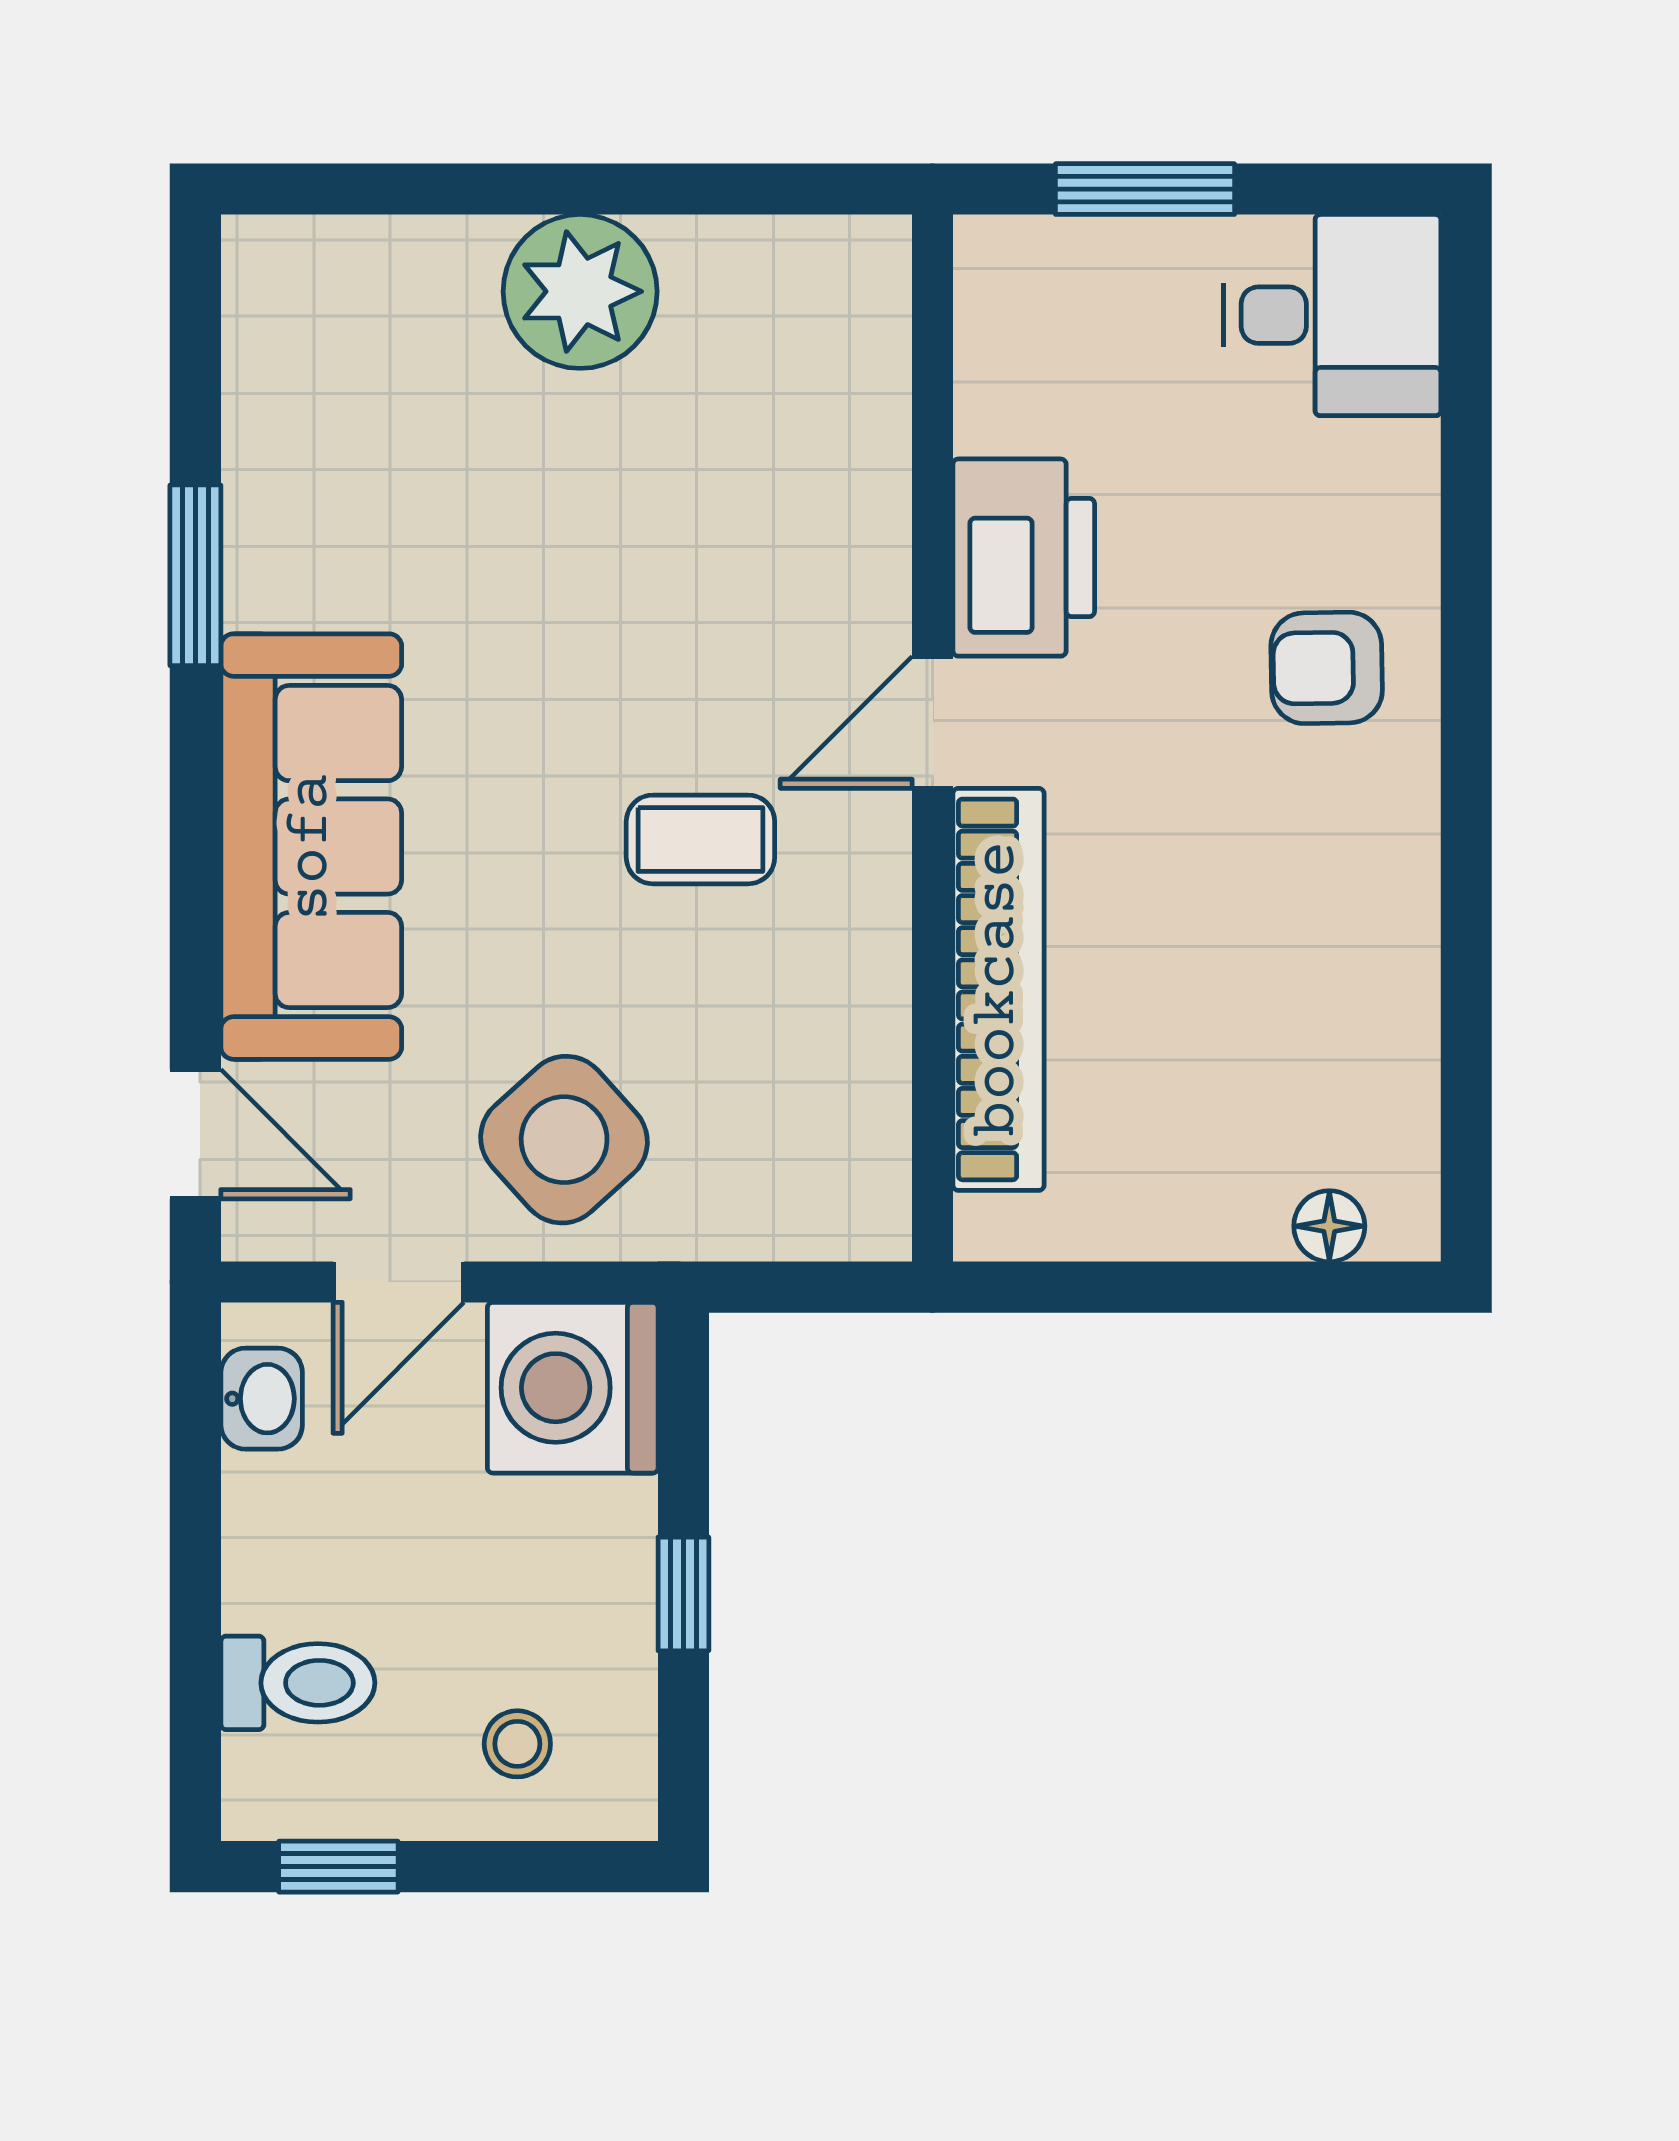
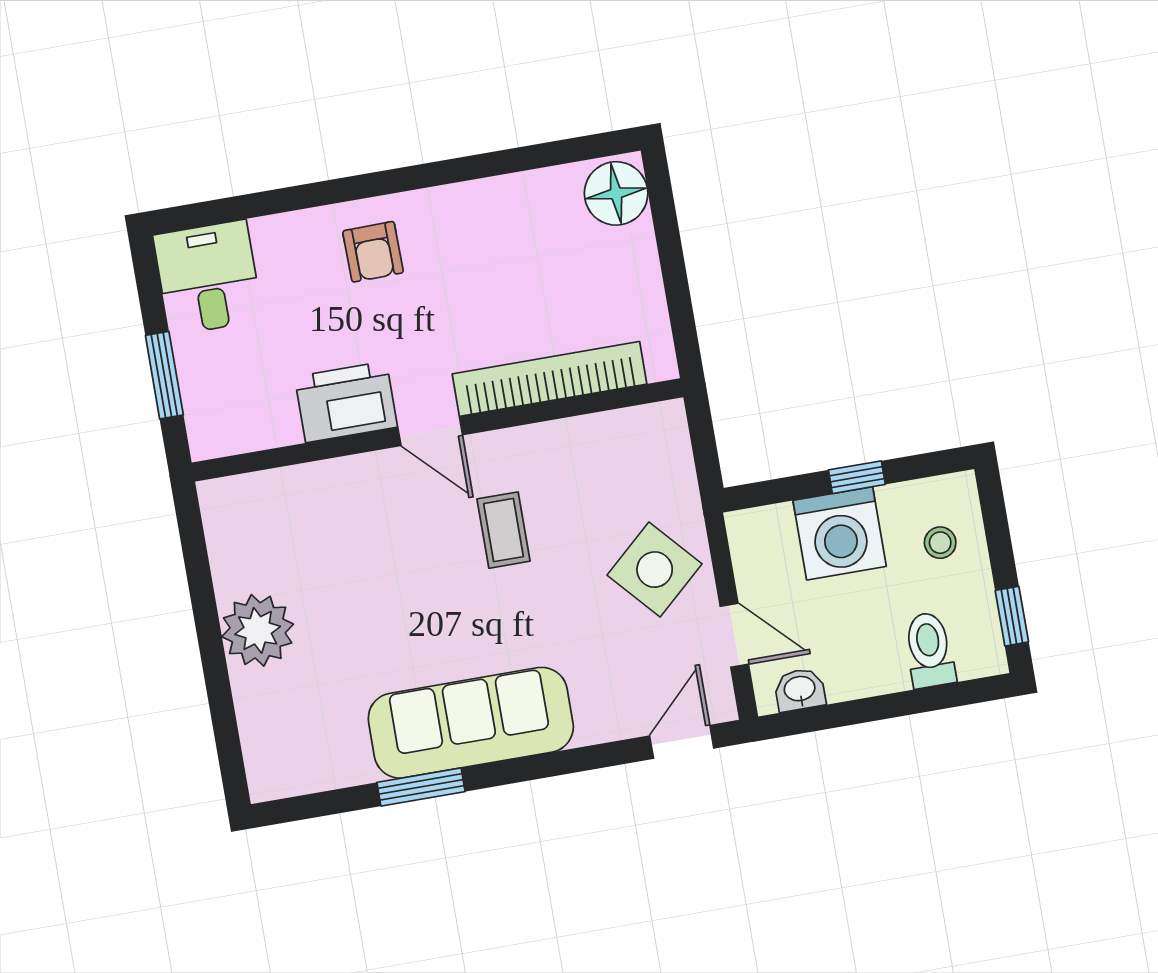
sofa: (311, 847) -> (471, 723), moved
floor lamp: (1329, 1226) -> (616, 193), width x1.89, depth x1.89
washing machine: (573, 1388) -> (840, 533), moved

